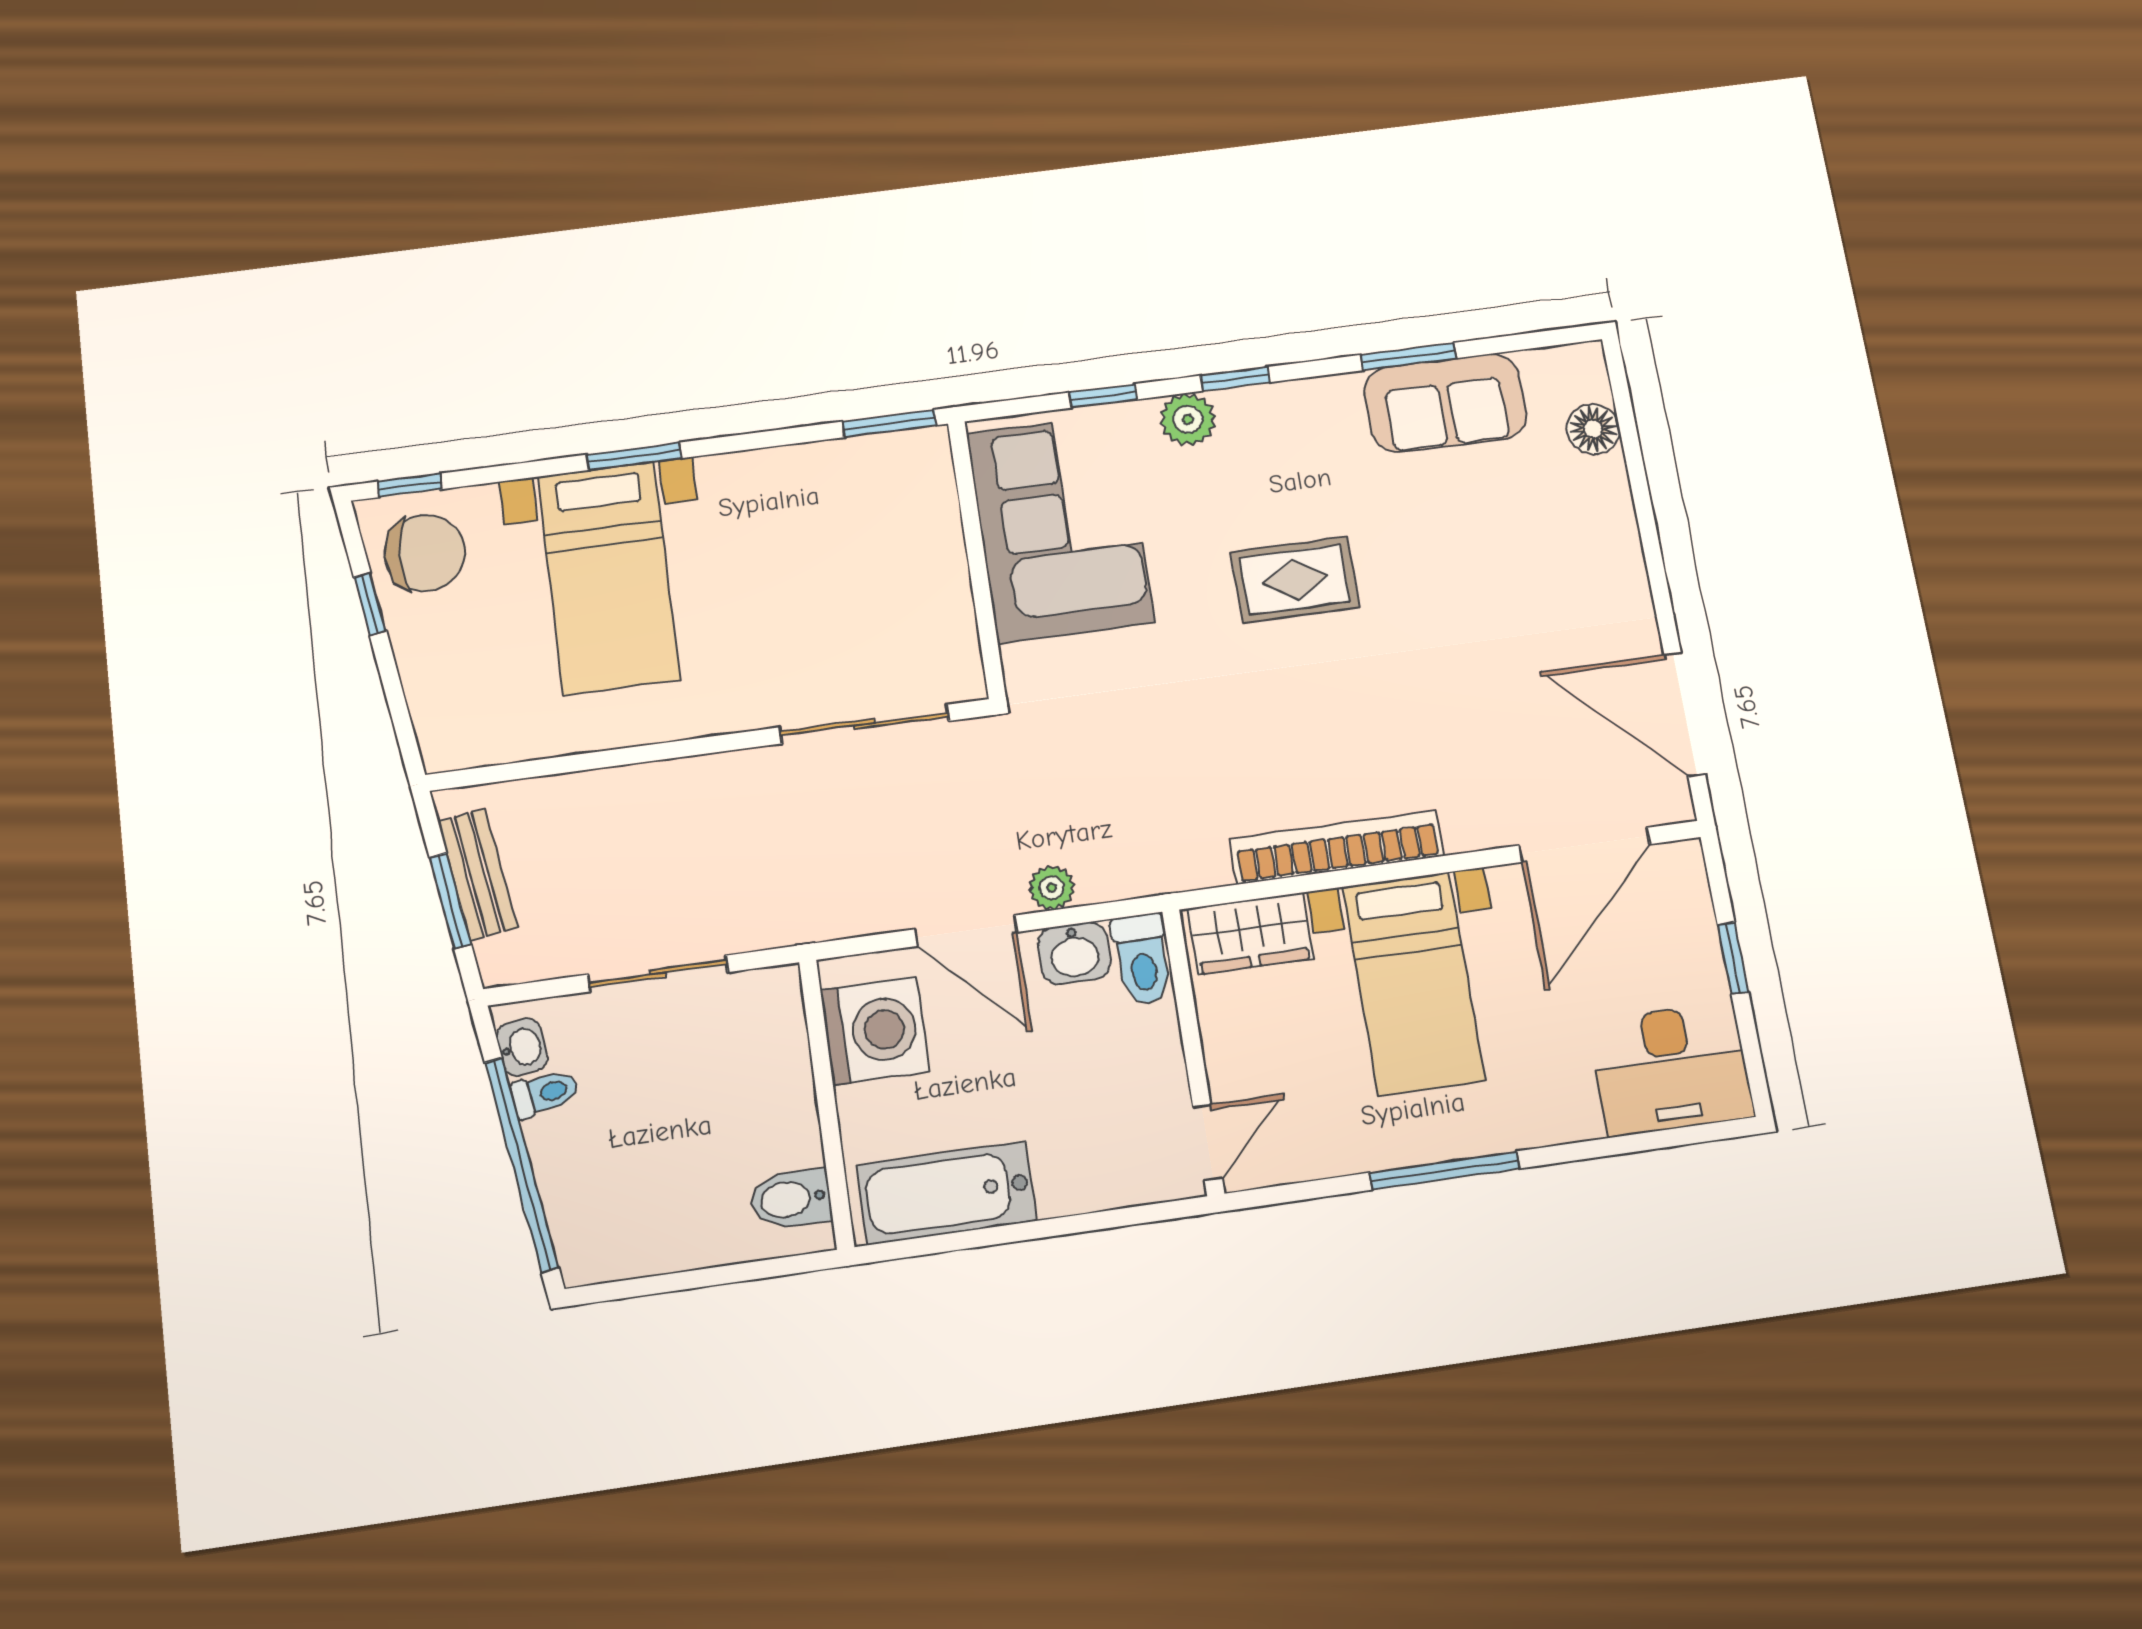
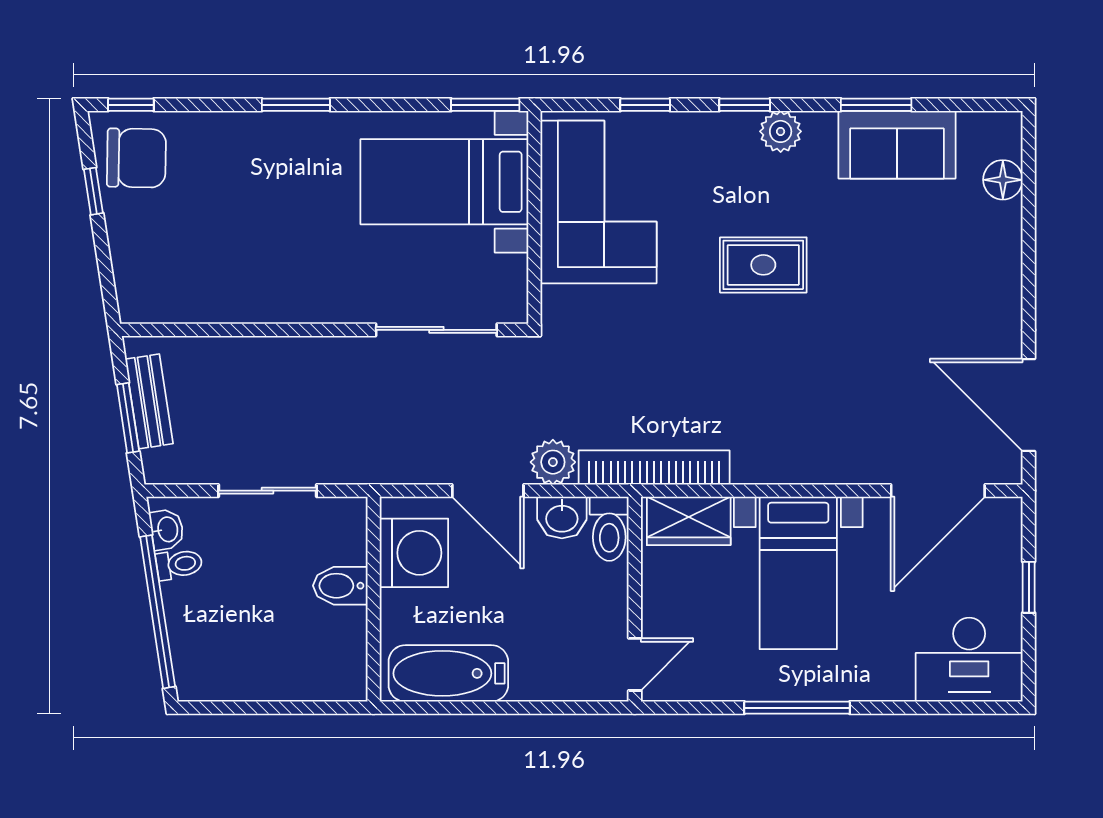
plant: (1188, 419) -> (781, 131), moved
bed with nightstands: (609, 578) -> (444, 182), moved, turned 90
bookcase: (1337, 847) -> (654, 467), moved
plant: (1052, 888) -> (553, 462), width x1.38, depth x1.38
bidet: (791, 1199) -> (340, 586), moved

